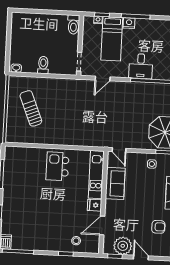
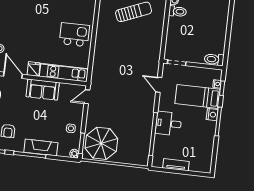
toilet: (43, 65) -> (178, 11), moved
sofa: (115, 183) -> (43, 90), moved

